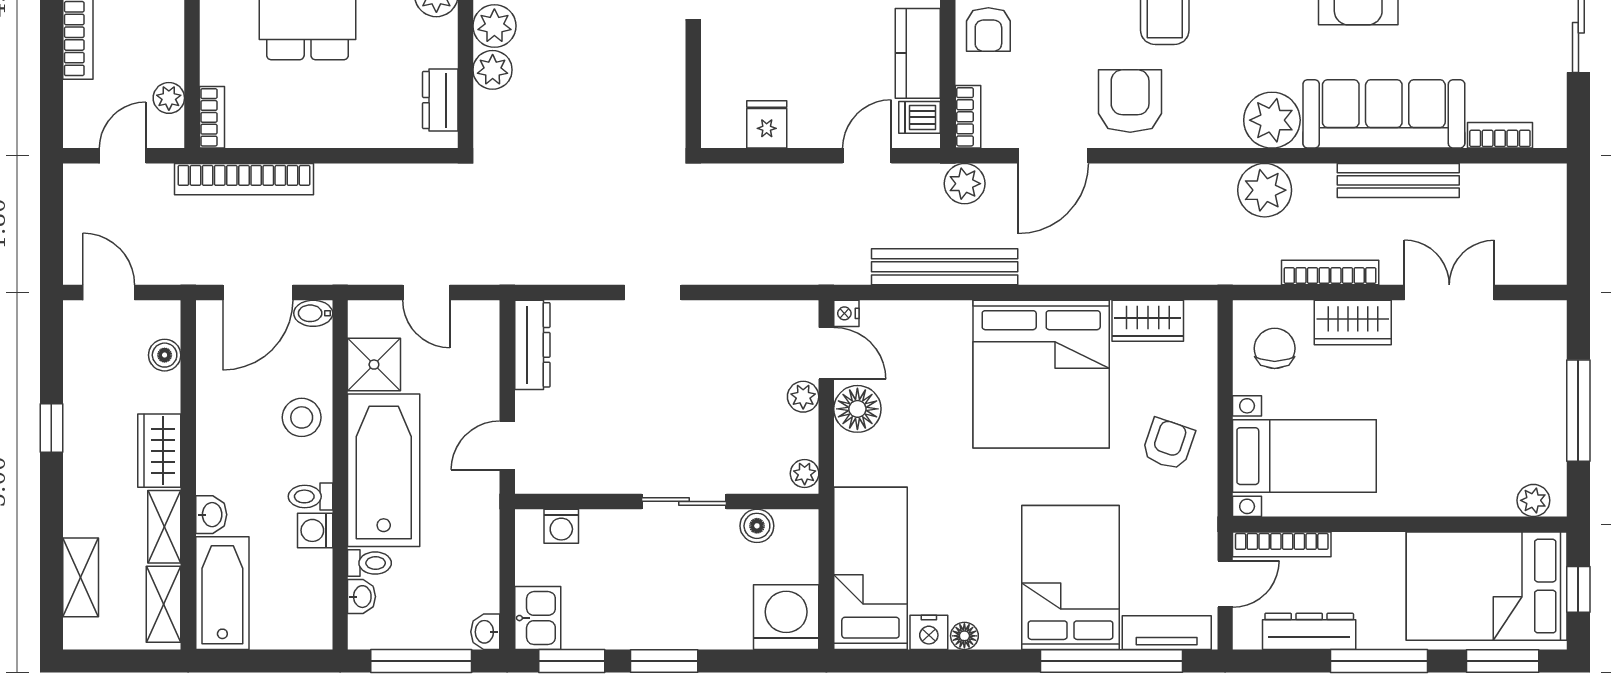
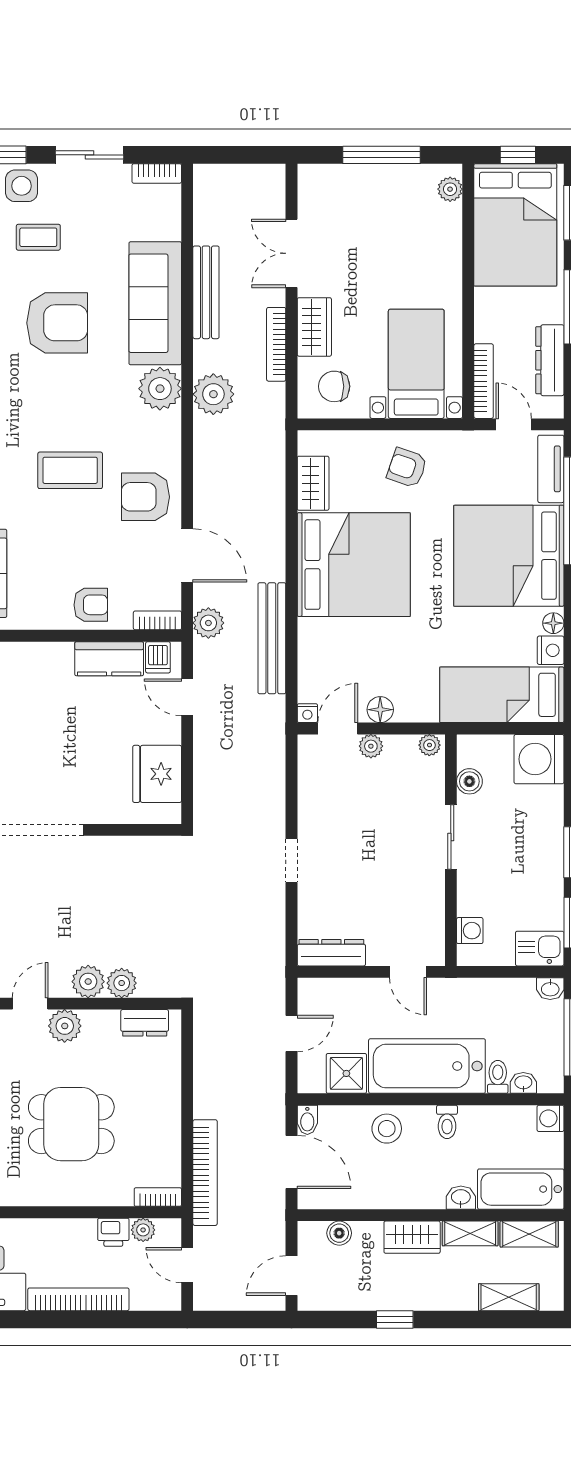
printer: (166, 59) -> (113, 1232), added
fridge: (767, 124) -> (157, 774), width x1.88, depth x1.34
bookcase: (1500, 135) -> (157, 173), moved, turned -90
floor lamp: (857, 409) -> (380, 710), width x0.73, depth x0.73
washing machine: (315, 530) -> (551, 1118), moved, turned 90
bed: (1071, 577) -> (509, 556), width x1.36

